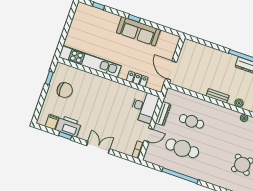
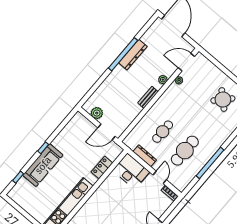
sofa: (138, 31) -> (43, 165), moved
plant: (185, 55) -> (97, 113), added

